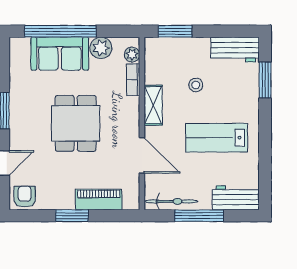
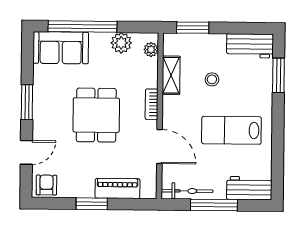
sofa: (60, 54) -> (61, 48), moved
bookcase: (133, 80) -> (152, 104), moved
shelving: (153, 105) -> (171, 75), moved

